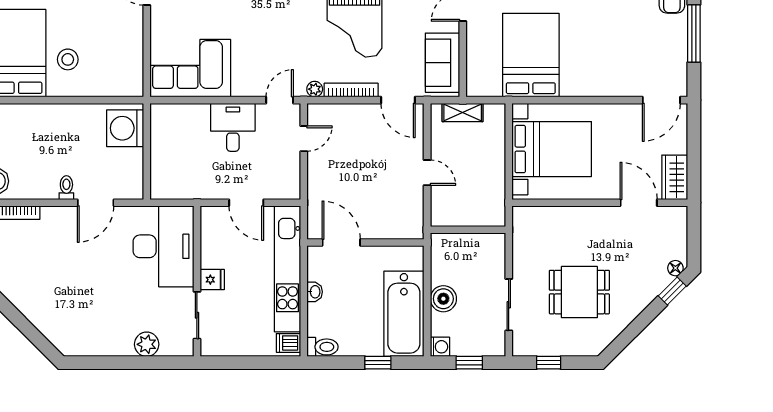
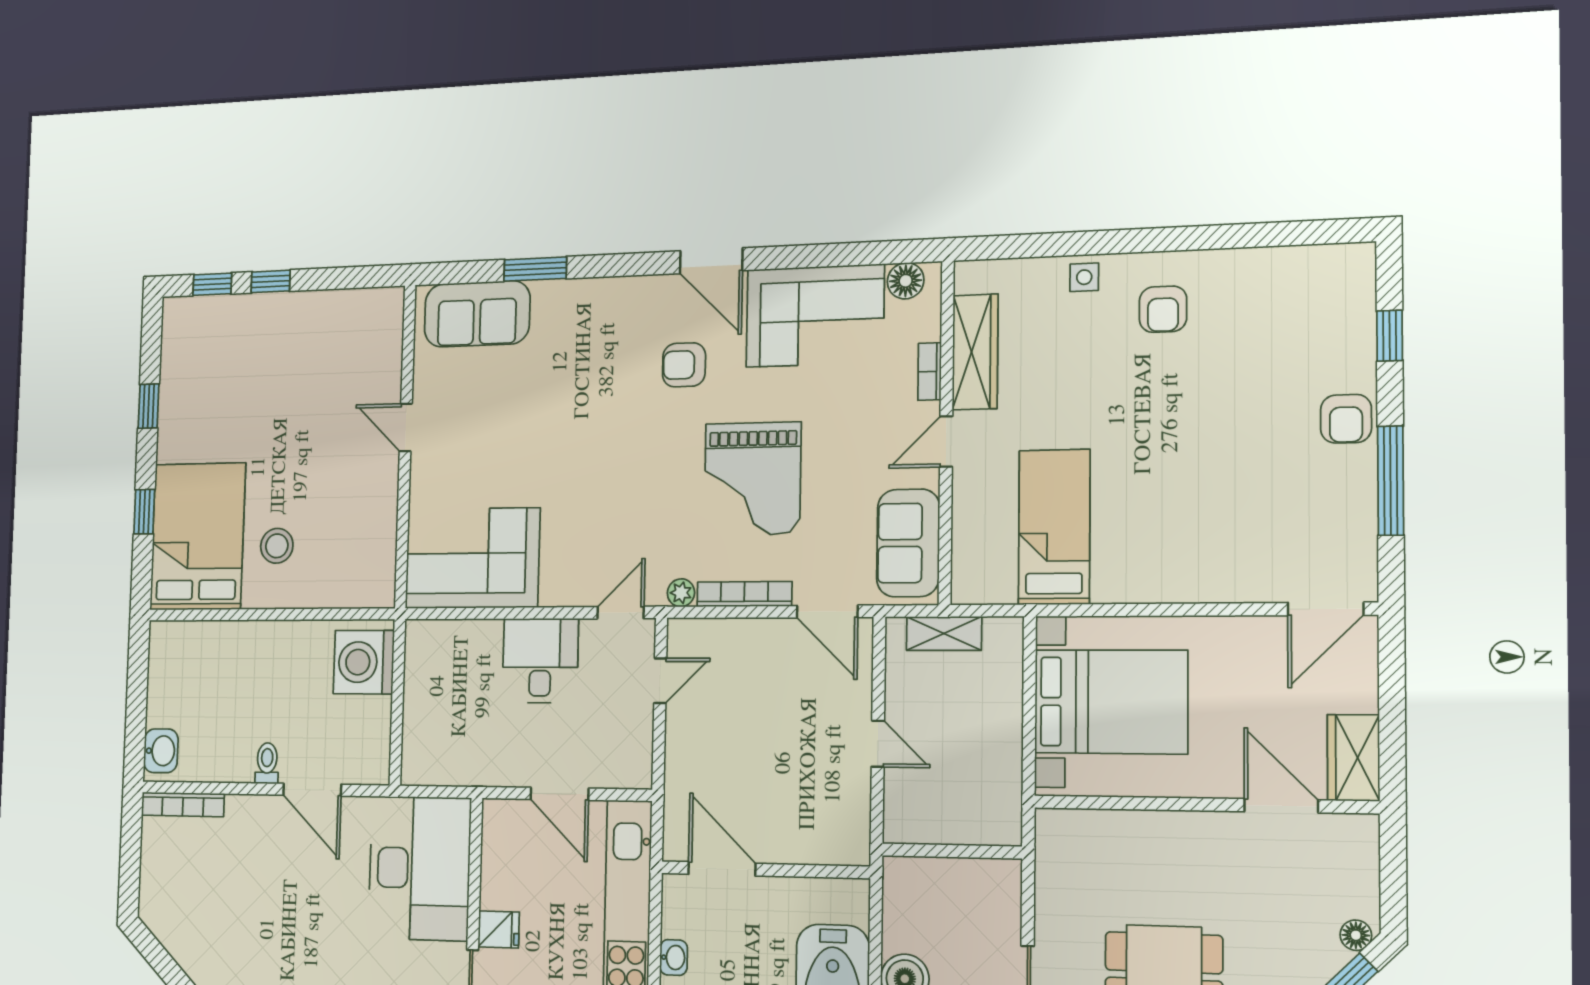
bed: (531, 55) -> (1054, 527), width x0.67
door: (96, 203) -> (312, 790), hinge flipped

